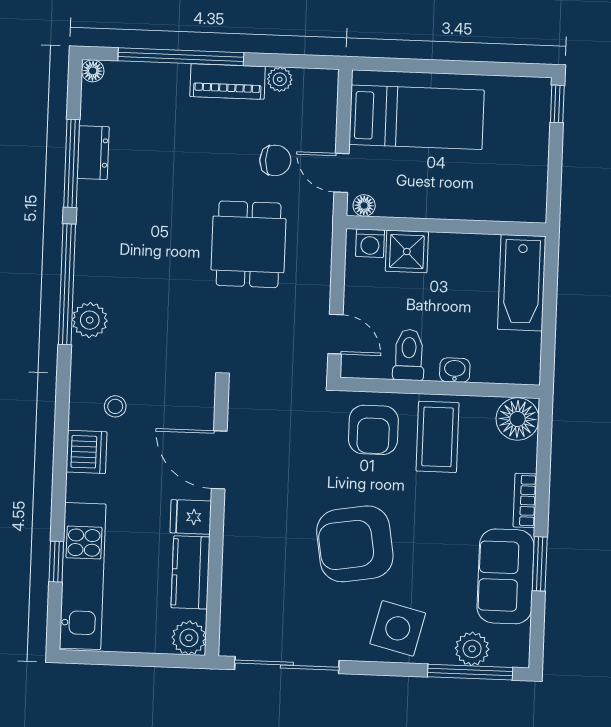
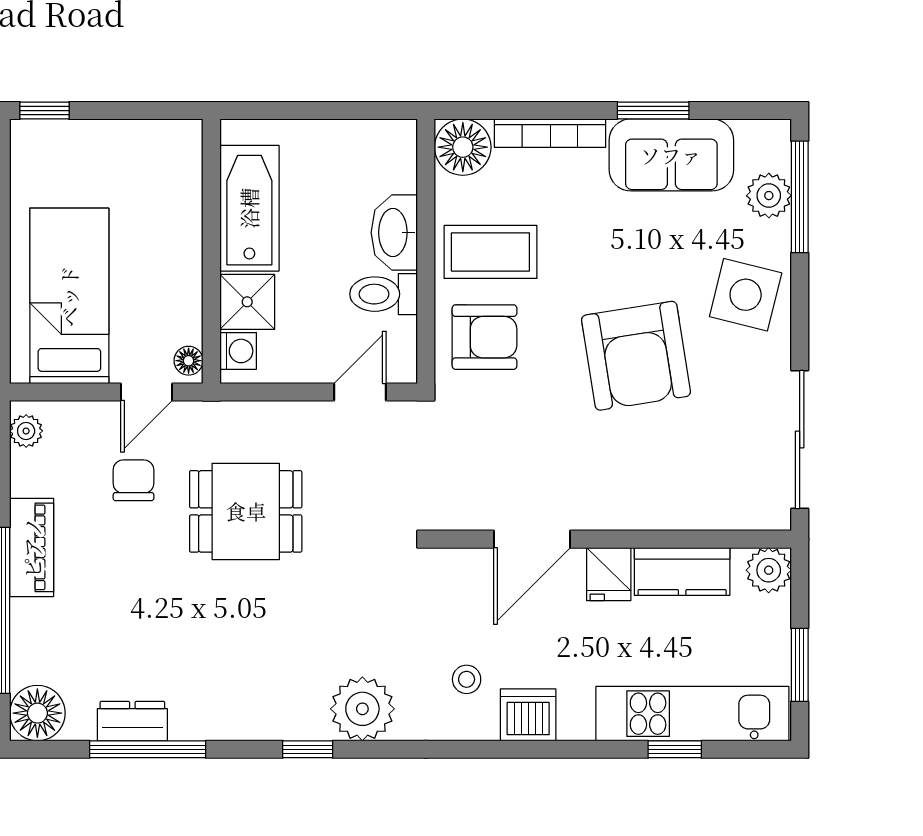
floor lamp: (93, 71) -> (37, 713), width x1.89, depth x1.89
plant: (280, 79) -> (26, 431), moved
bathtub: (522, 283) -> (249, 208), moved, turned -90
window: (67, 284) -> (308, 749), width x0.32
plant: (90, 320) -> (362, 709), width x1.36, depth x1.36
washbasin: (455, 370) -> (394, 232), width x1.91, depth x1.45
bookcase: (525, 500) -> (550, 133), width x1.56
window: (116, 659) -> (800, 665), added

